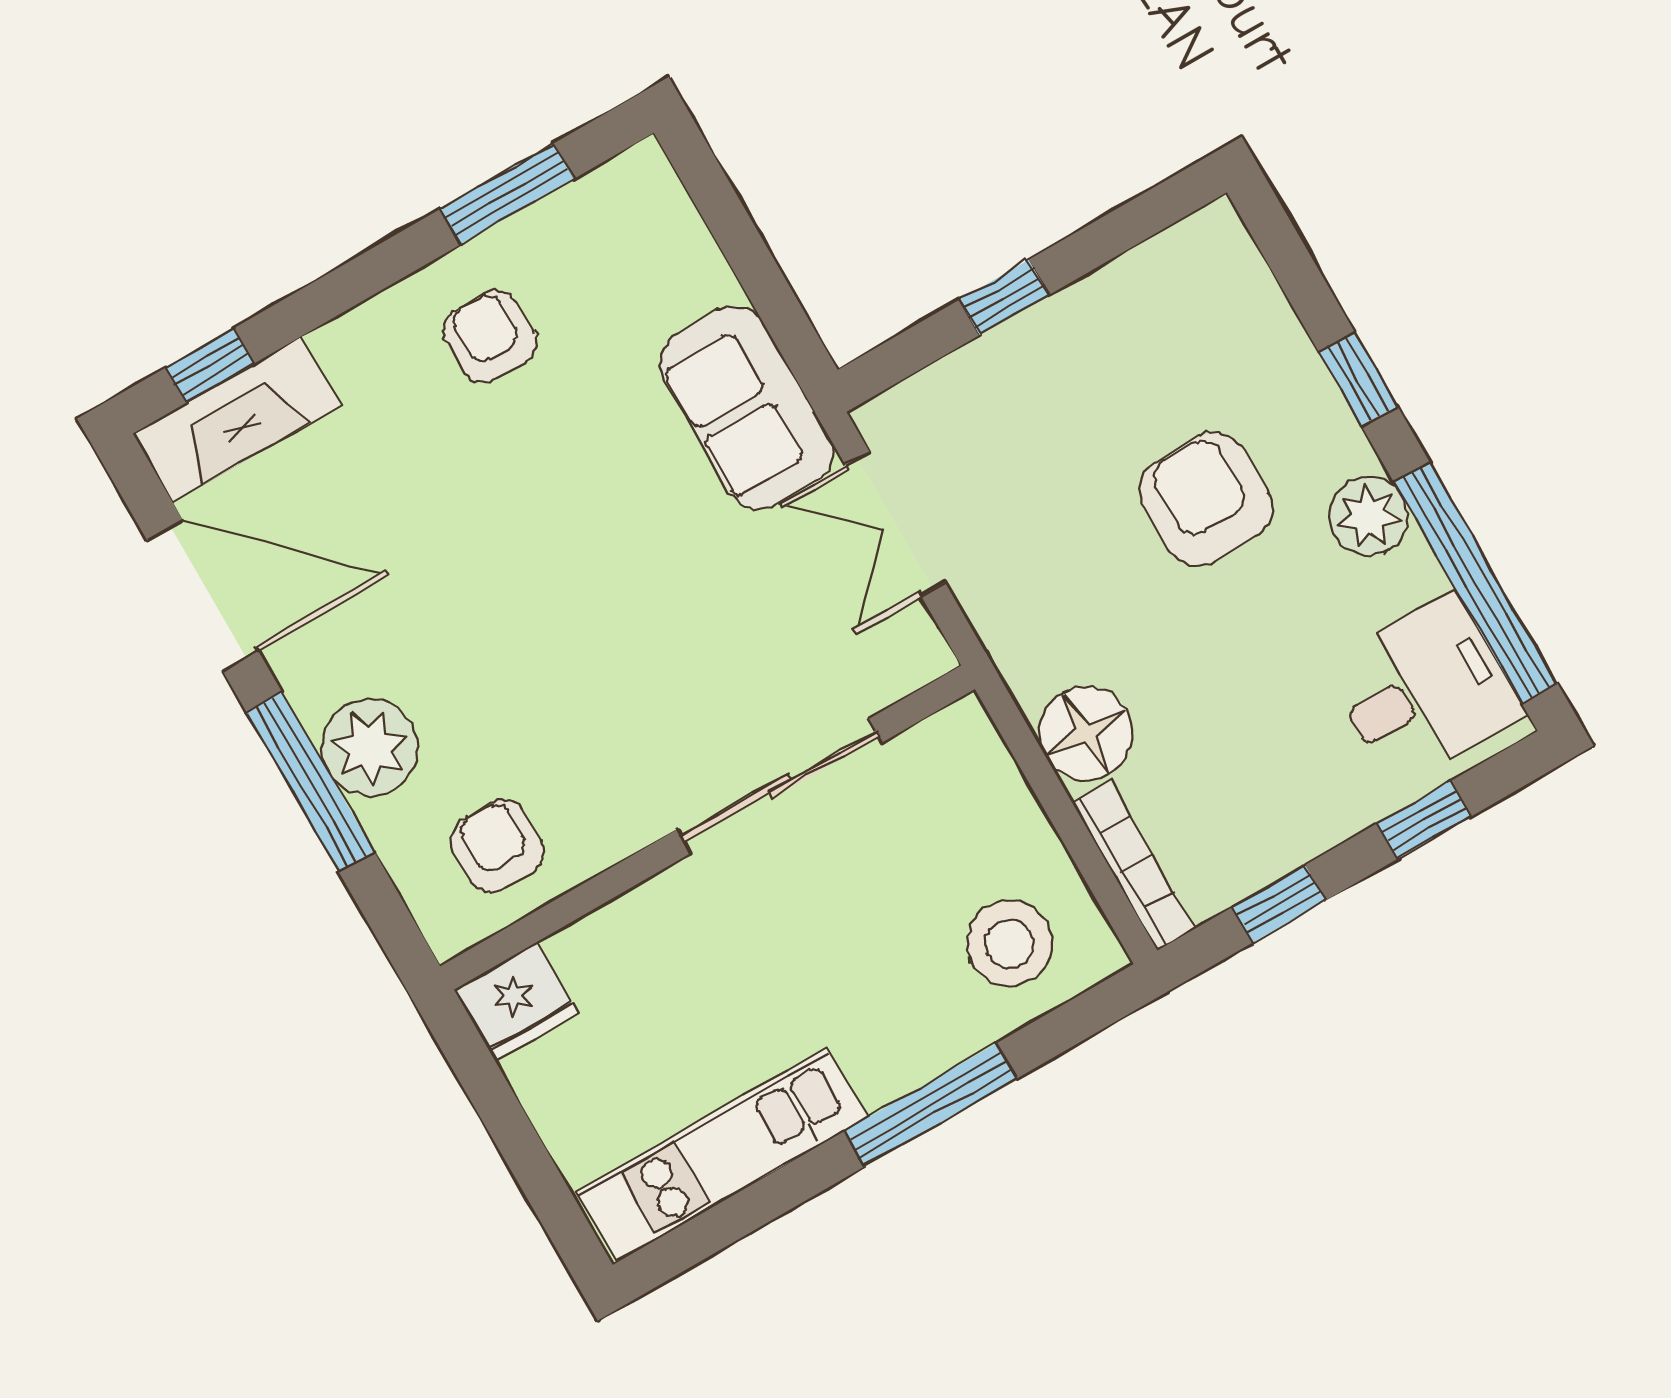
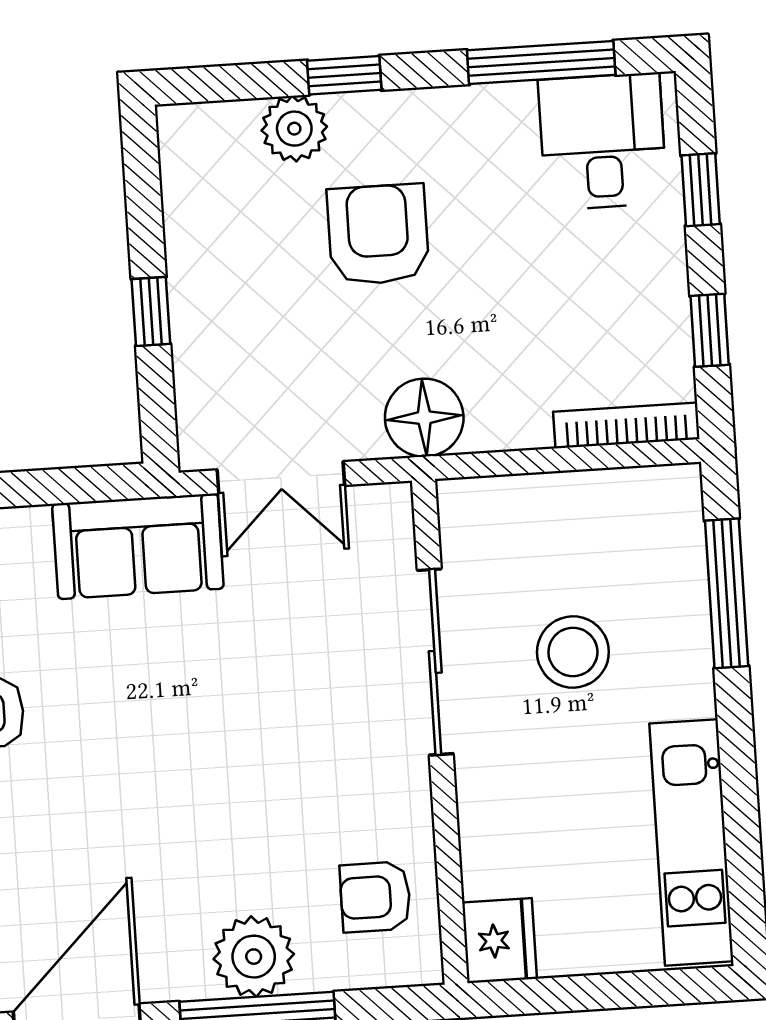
armchair: (1206, 499) -> (378, 235), turned 90
plant: (1368, 516) -> (294, 129), moved
window: (1476, 583) -> (541, 62), width x0.68
floor lamp: (1086, 733) -> (424, 418), moved
stool: (1009, 943) -> (573, 652), moved
window: (930, 1105) -> (727, 593), moved

